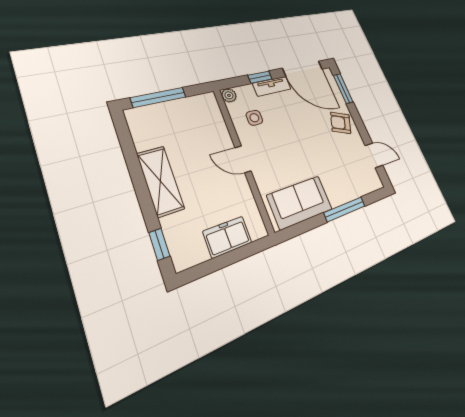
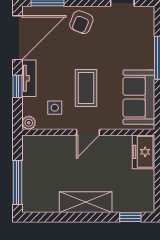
coffee table: (286, 144) -> (86, 88), added
freezer: (227, 237) -> (143, 152), moved

